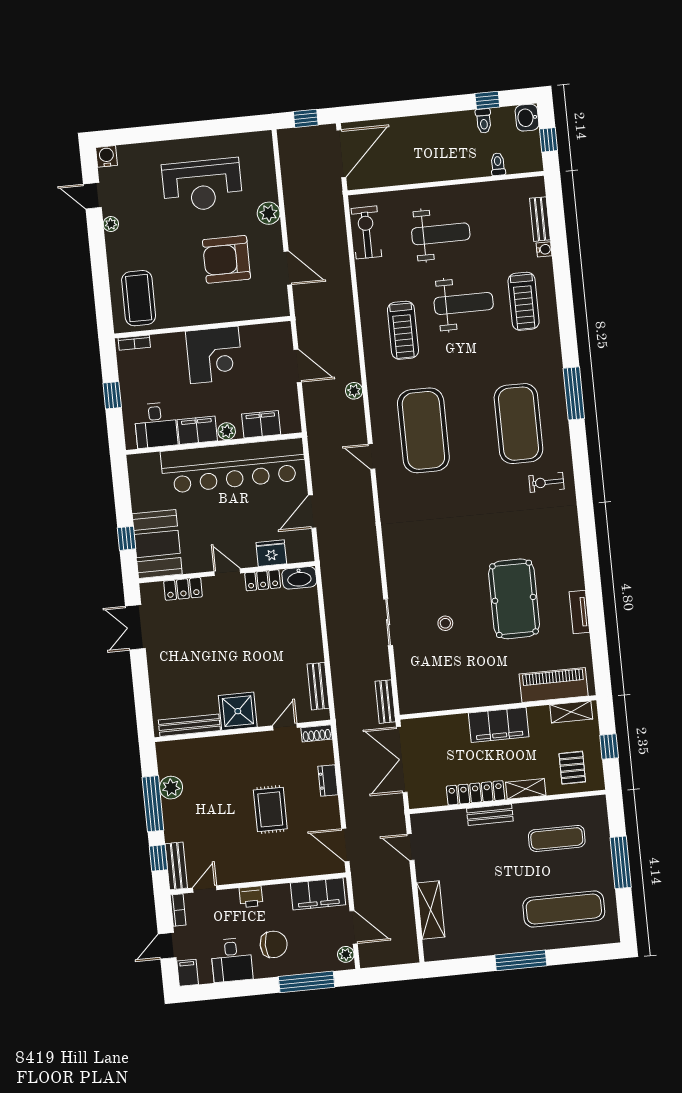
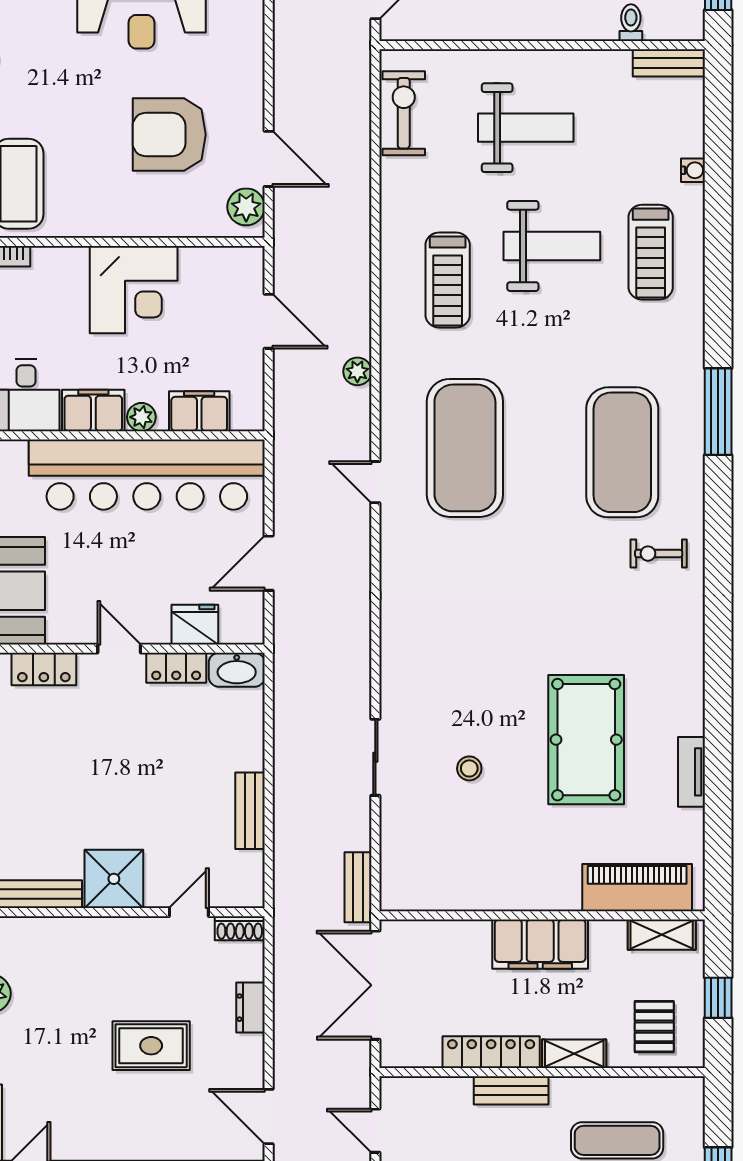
plant: (269, 213) -> (246, 207), moved
bench: (540, 219) -> (669, 63), moved, turned 90
bench: (318, 686) -> (250, 811), moved
rug: (270, 809) -> (151, 1046), turned 90

